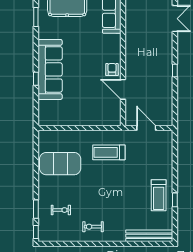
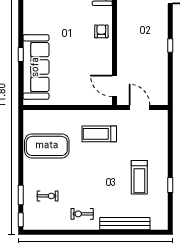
sofa: (50, 69) -> (36, 67), moved
armchair: (112, 70) -> (101, 31), moved
door: (123, 89) -> (115, 86), moved
treadmill: (159, 195) -> (139, 177), moved
bench: (149, 236) -> (125, 224), moved

